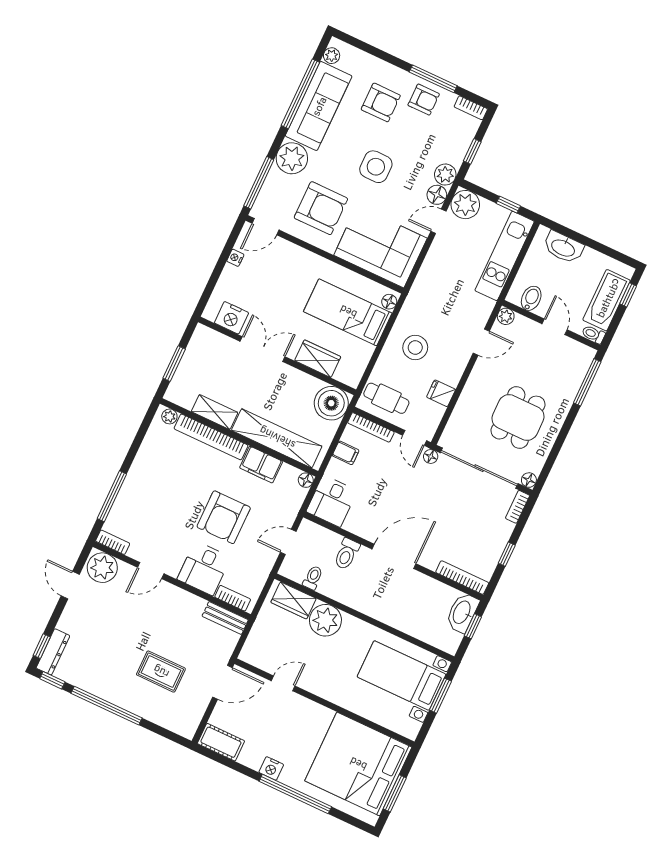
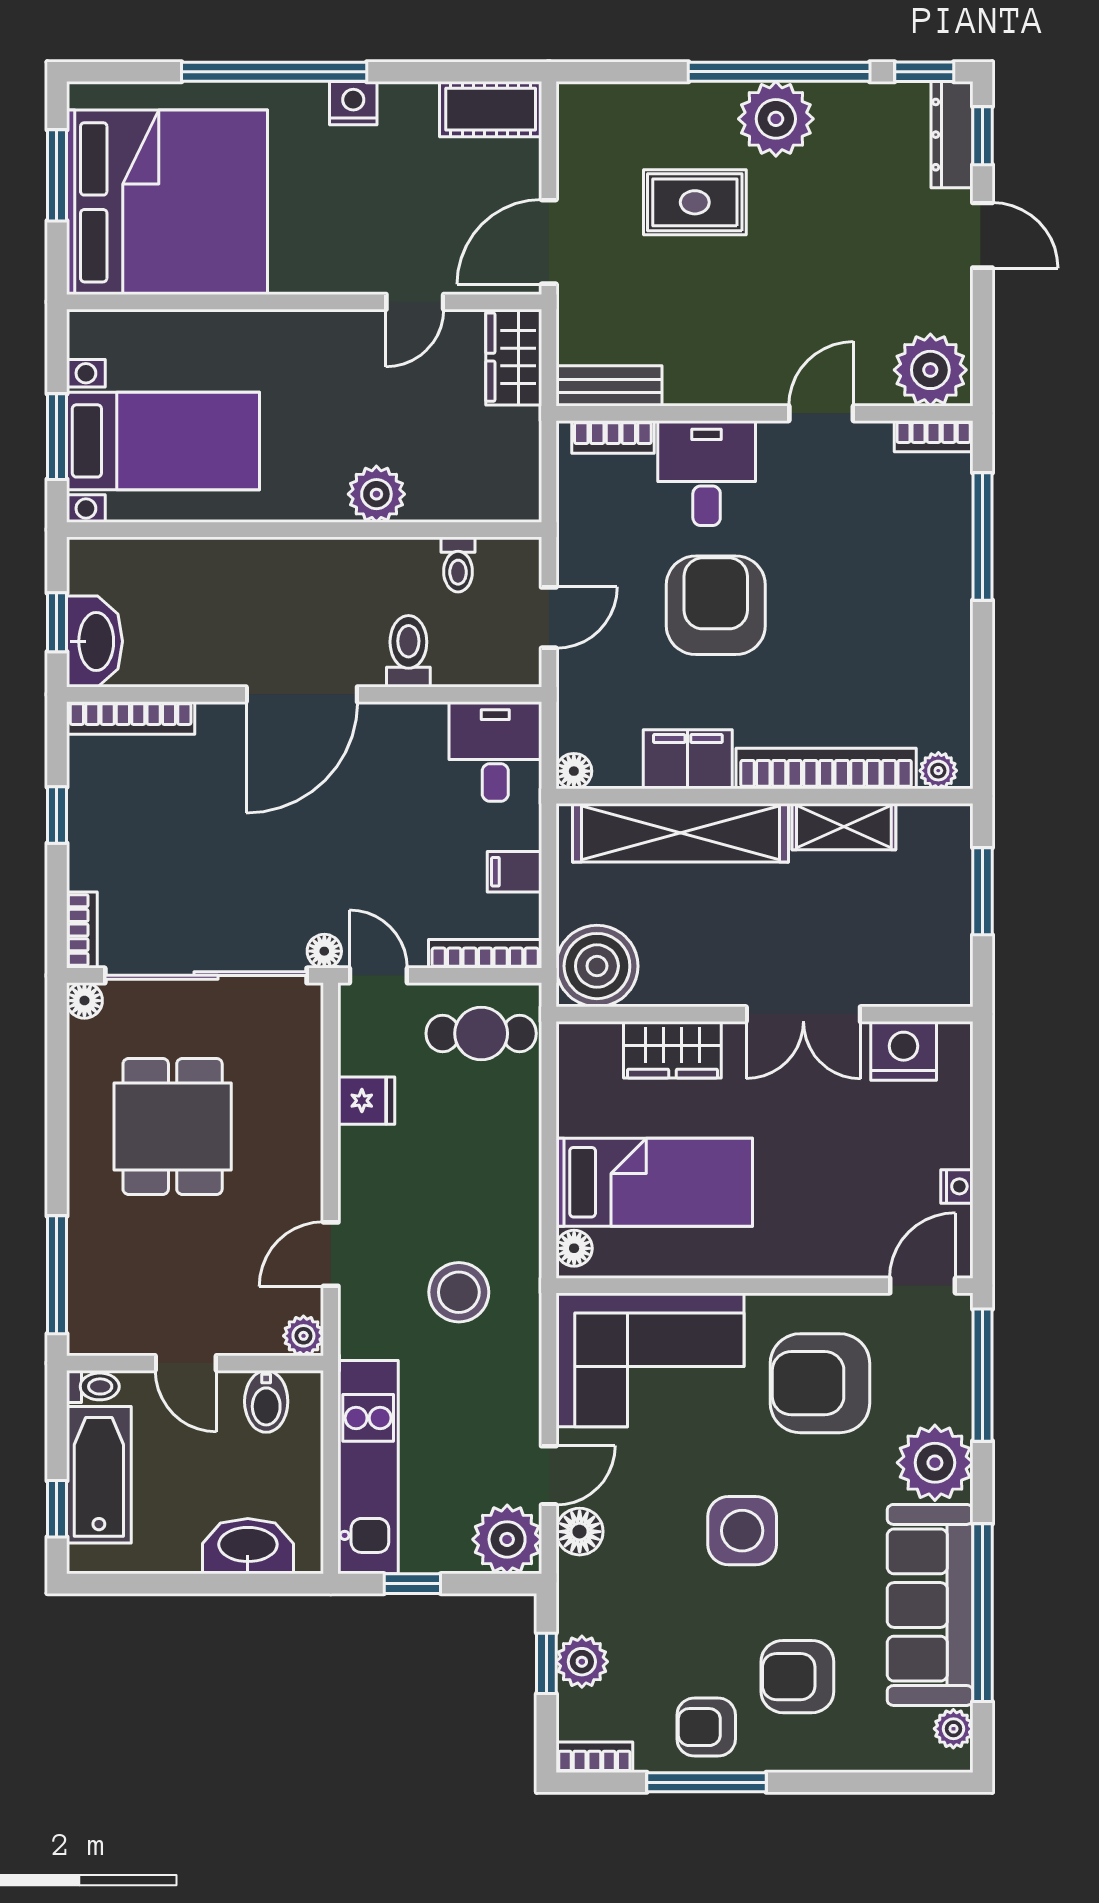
plant: (445, 175) -> (582, 1662), moved
stool: (415, 347) -> (459, 1292), moved
door: (70, 585) -> (982, 235), moved
wardrobe: (293, 600) -> (514, 357), moved, turned -90
plant: (325, 620) -> (376, 494), width x0.73, depth x0.73
plant: (116, 689) -> (776, 119), added

